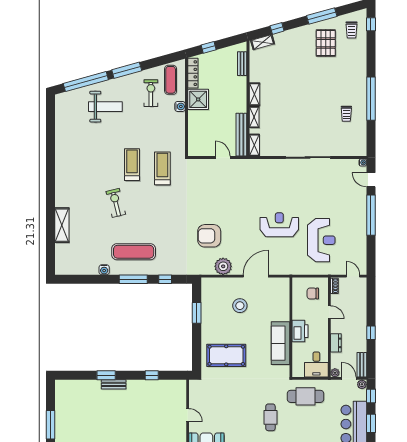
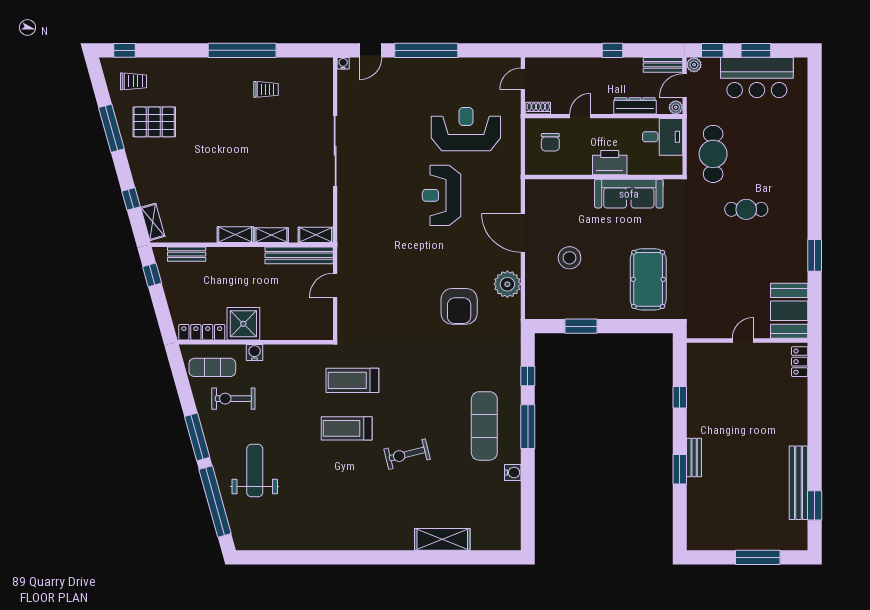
window: (209, 47) -> (152, 275), moved
dresser: (336, 343) -> (635, 106), width x1.44

